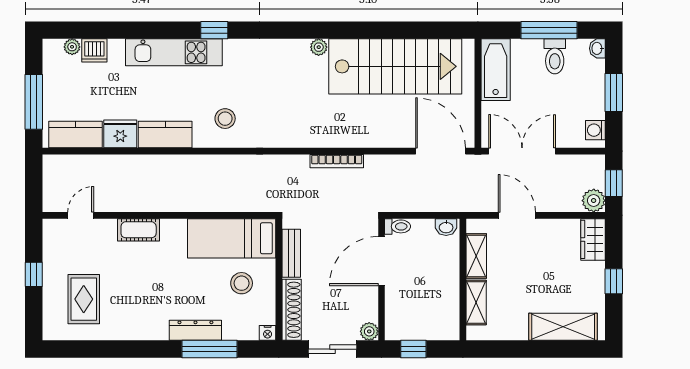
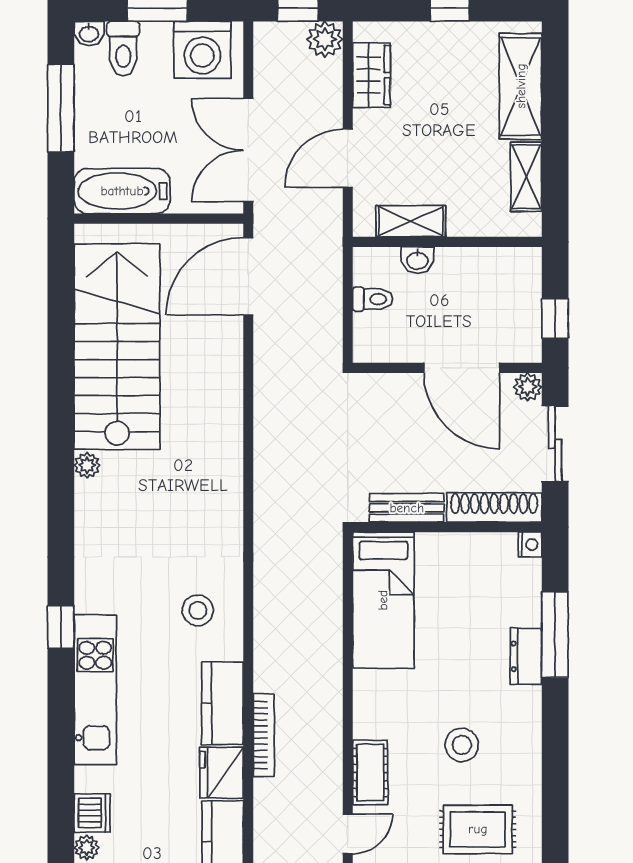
toilet: (555, 56) -> (123, 49), moved, turned 90
washing machine: (595, 130) -> (202, 50), width x1.89, depth x1.89
bookcase: (337, 161) -> (264, 735), moved
door: (81, 215) -> (348, 834), swing flipped
toilet: (398, 226) -> (373, 299), moved, turned 90
washbasin: (446, 227) -> (417, 260), moved, turned 90
cot: (139, 230) -> (370, 773), moved
wardrobe: (593, 239) -> (372, 75), moved, turned -90
door: (382, 261) -> (462, 368), moved
stool: (242, 283) -> (462, 745), moved
shelving: (476, 302) -> (526, 177), moved, turned 90
dresser: (195, 330) -> (526, 656), width x0.70

